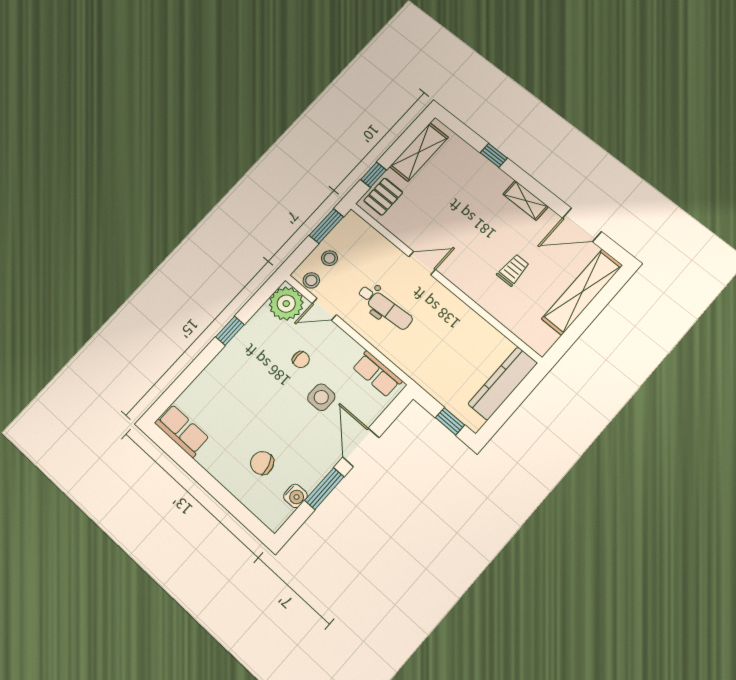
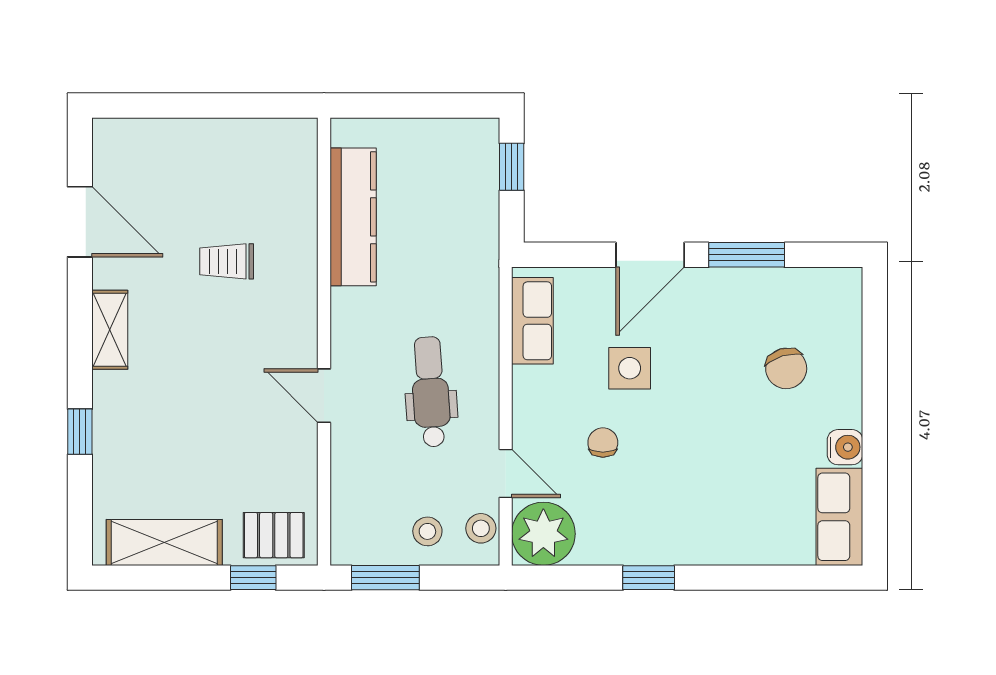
shelving: (582, 292) -> (178, 141), removed
kitchen counter: (503, 383) -> (353, 217), moved, turned -90
water cooler: (295, 496) -> (845, 447), moved, turned 90

